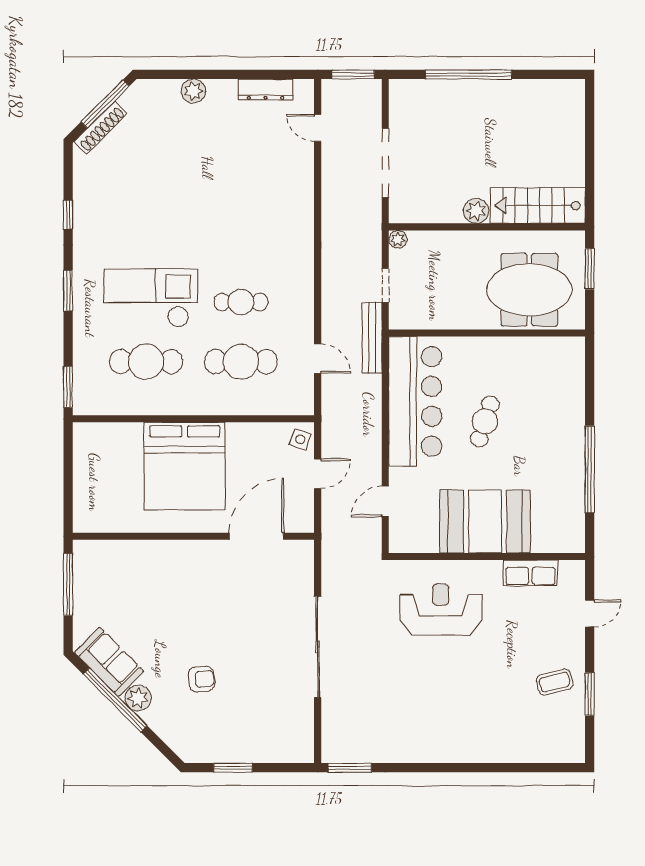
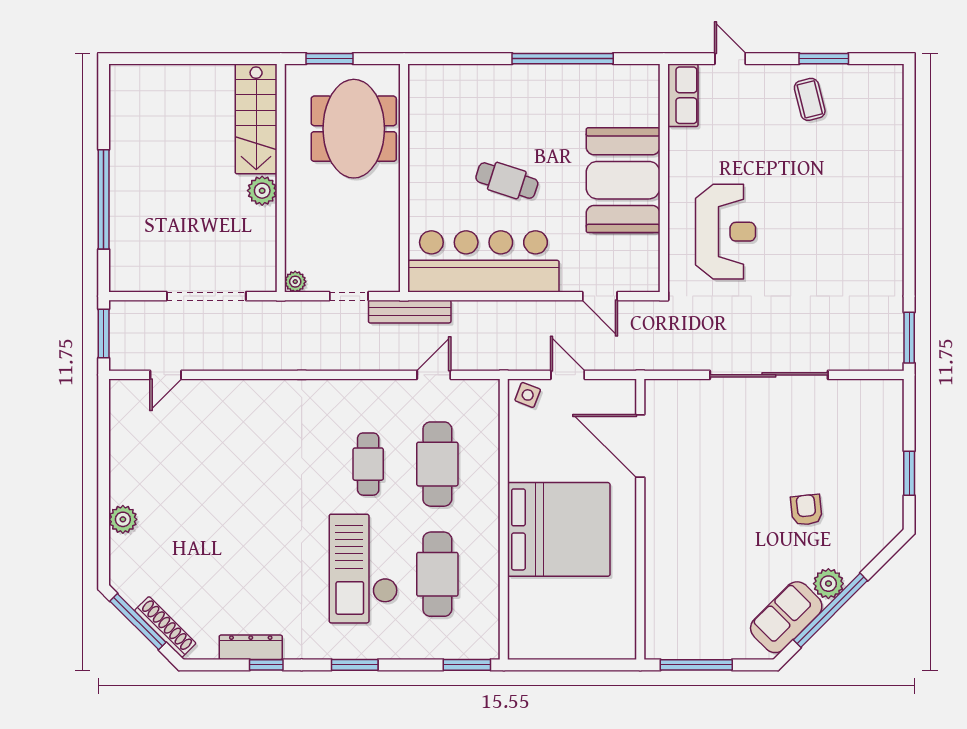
dresser: (265, 90) -> (251, 647), moved, turned -90
row of seats: (530, 573) -> (683, 95), moved
reception desk: (441, 610) -> (725, 232), turned 180

